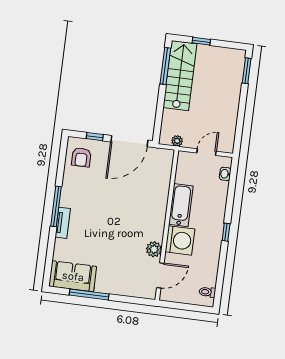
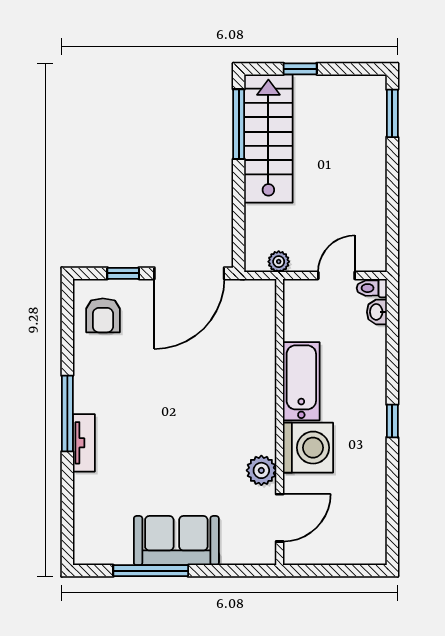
sofa: (73, 276) -> (176, 541), moved
toilet: (207, 292) -> (372, 288), moved

